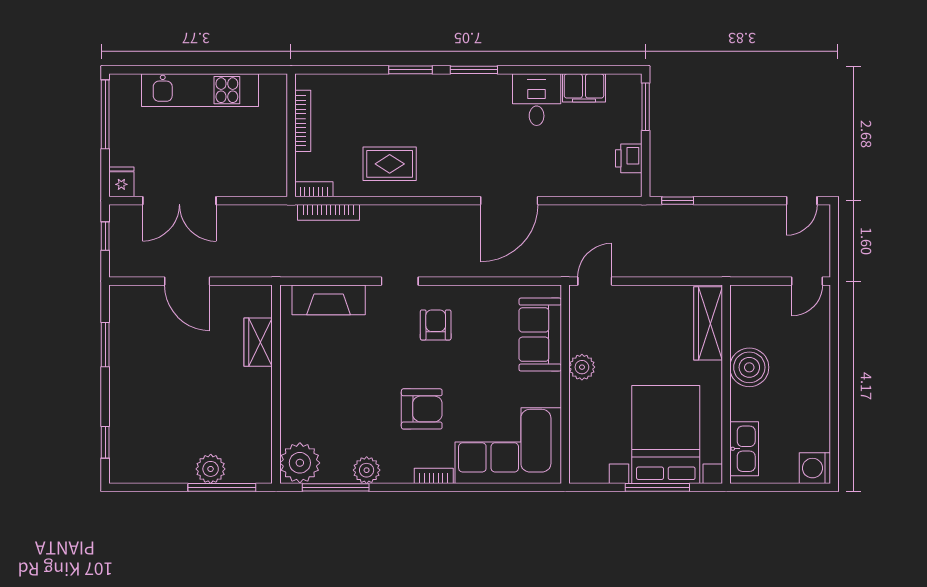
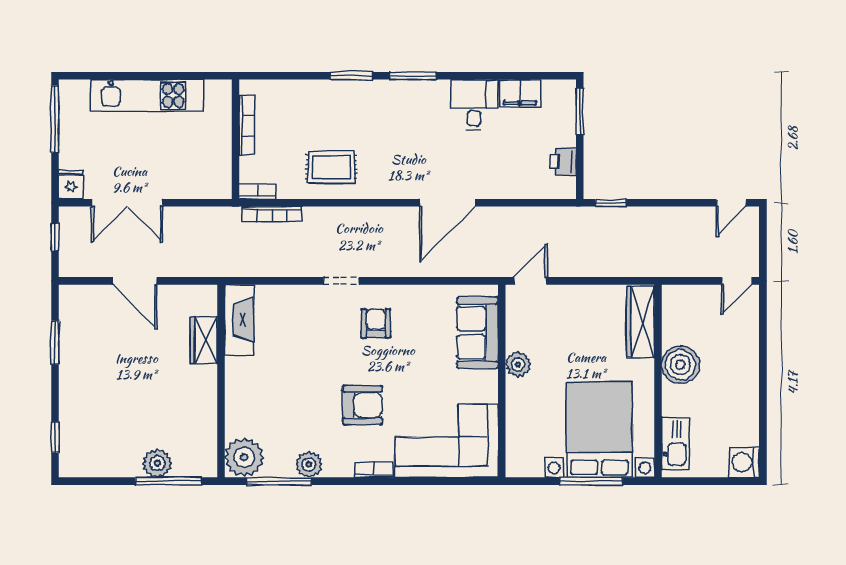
fireplace: (329, 300) -> (239, 320), moved, turned -90

